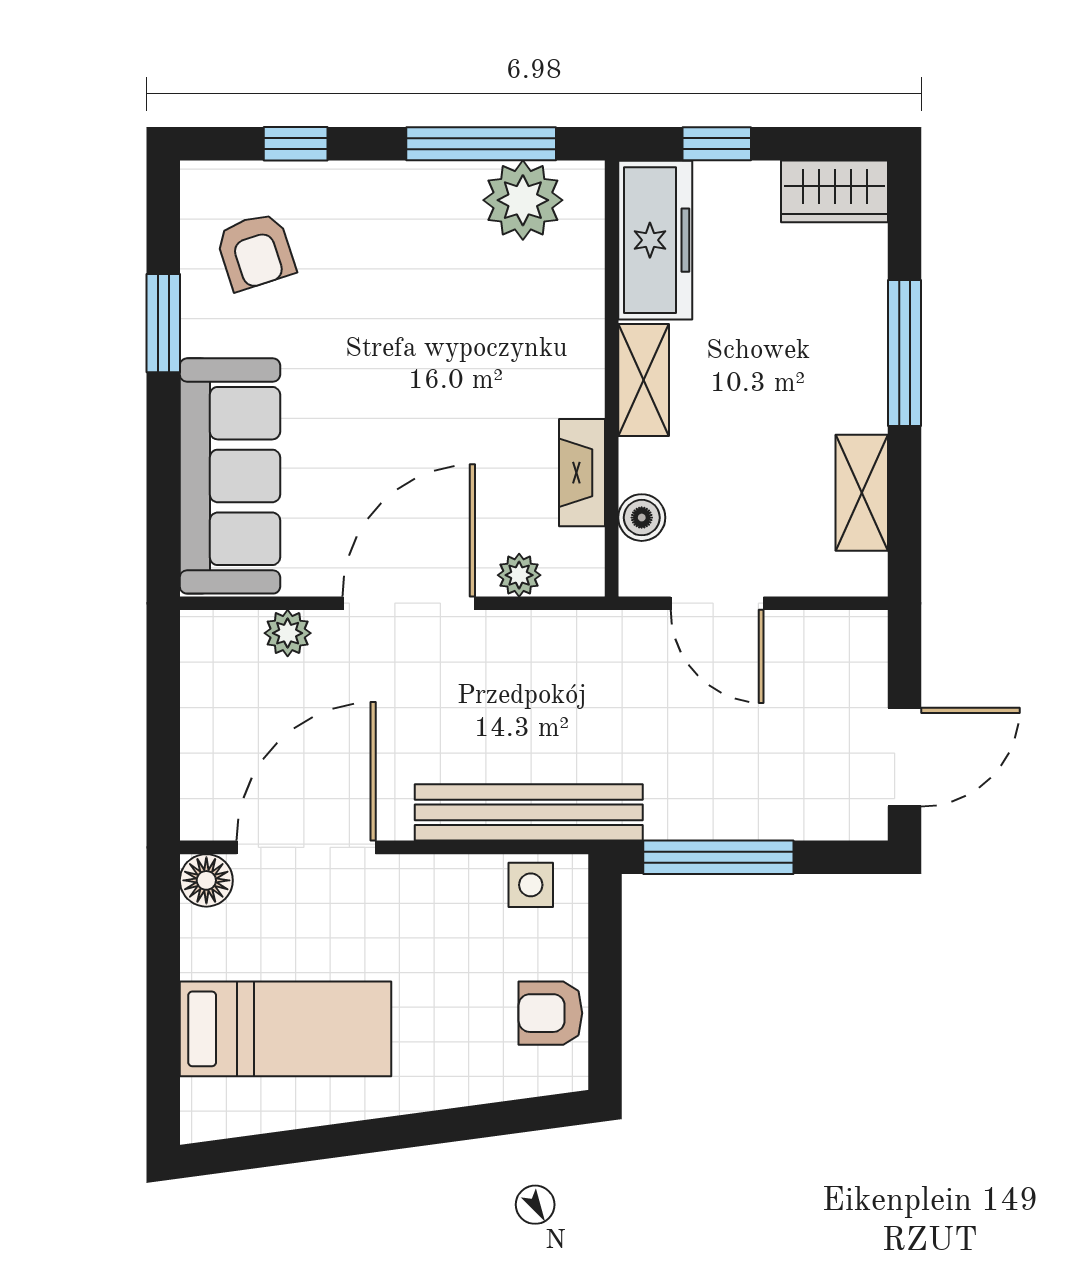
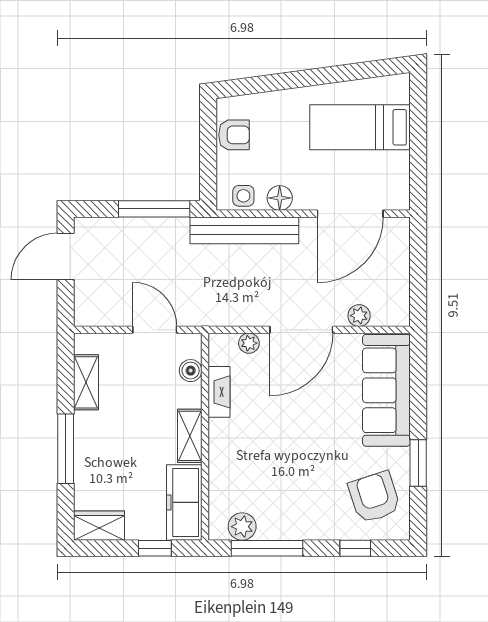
plant: (523, 200) -> (242, 527), width x0.73, depth x0.73
armchair: (256, 251) -> (374, 497), width x1.38, depth x1.38
floor lamp: (206, 880) -> (280, 198), moved

